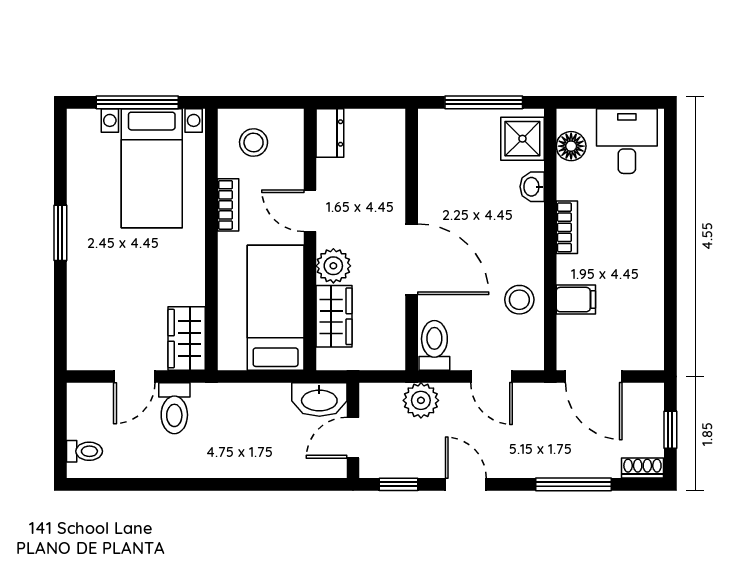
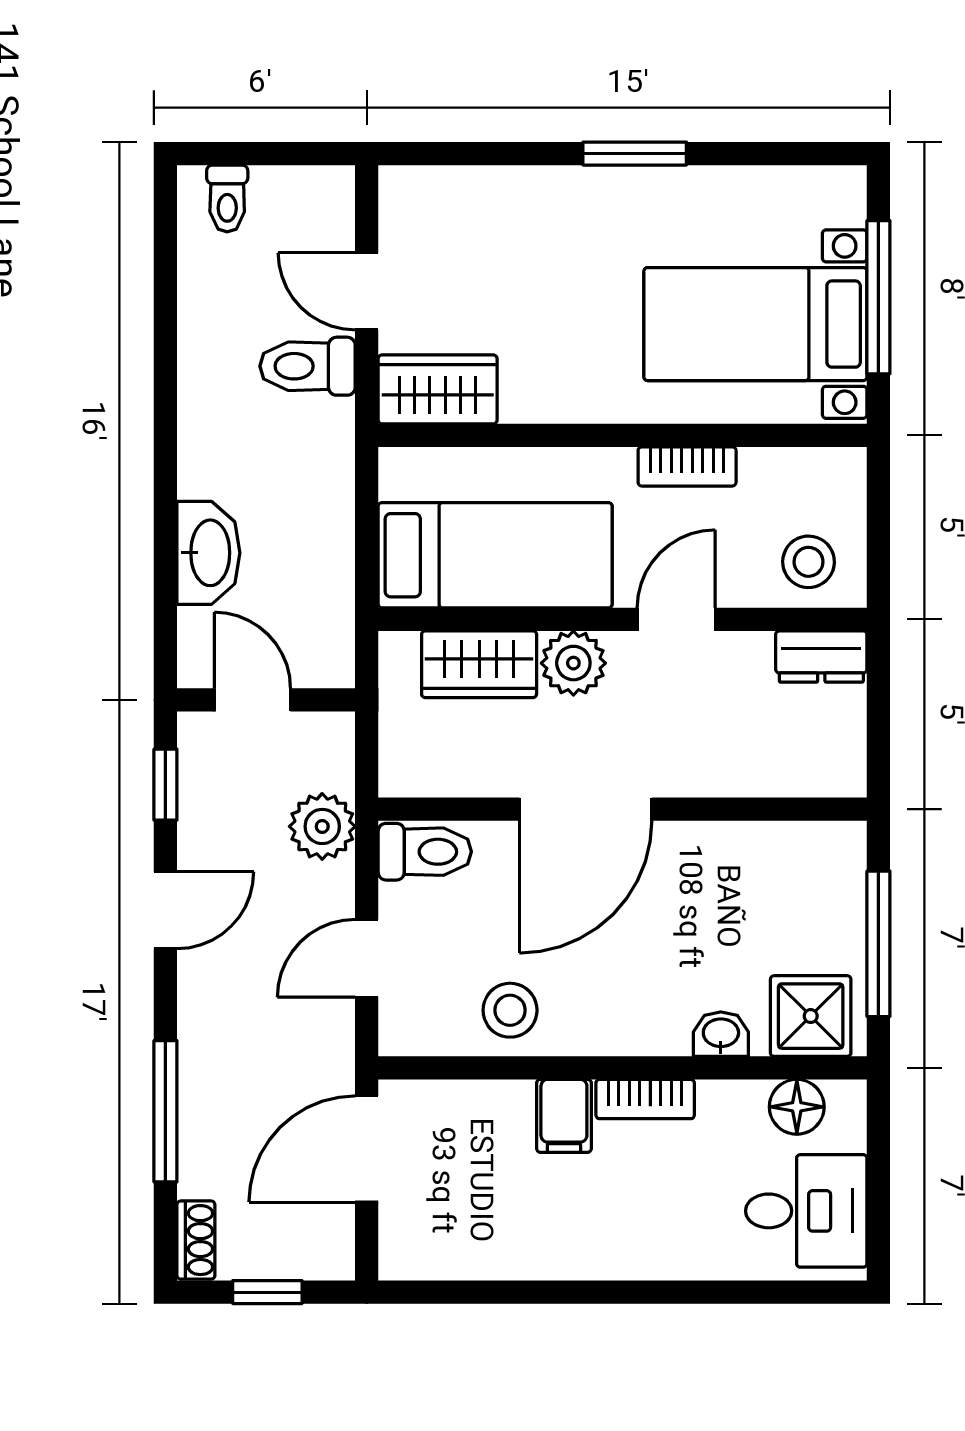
stool: (254, 143) -> (809, 562), moved
filing cabinet: (576, 300) -> (564, 1116), moved
washbasin: (319, 400) -> (208, 553), moved, turned 180

